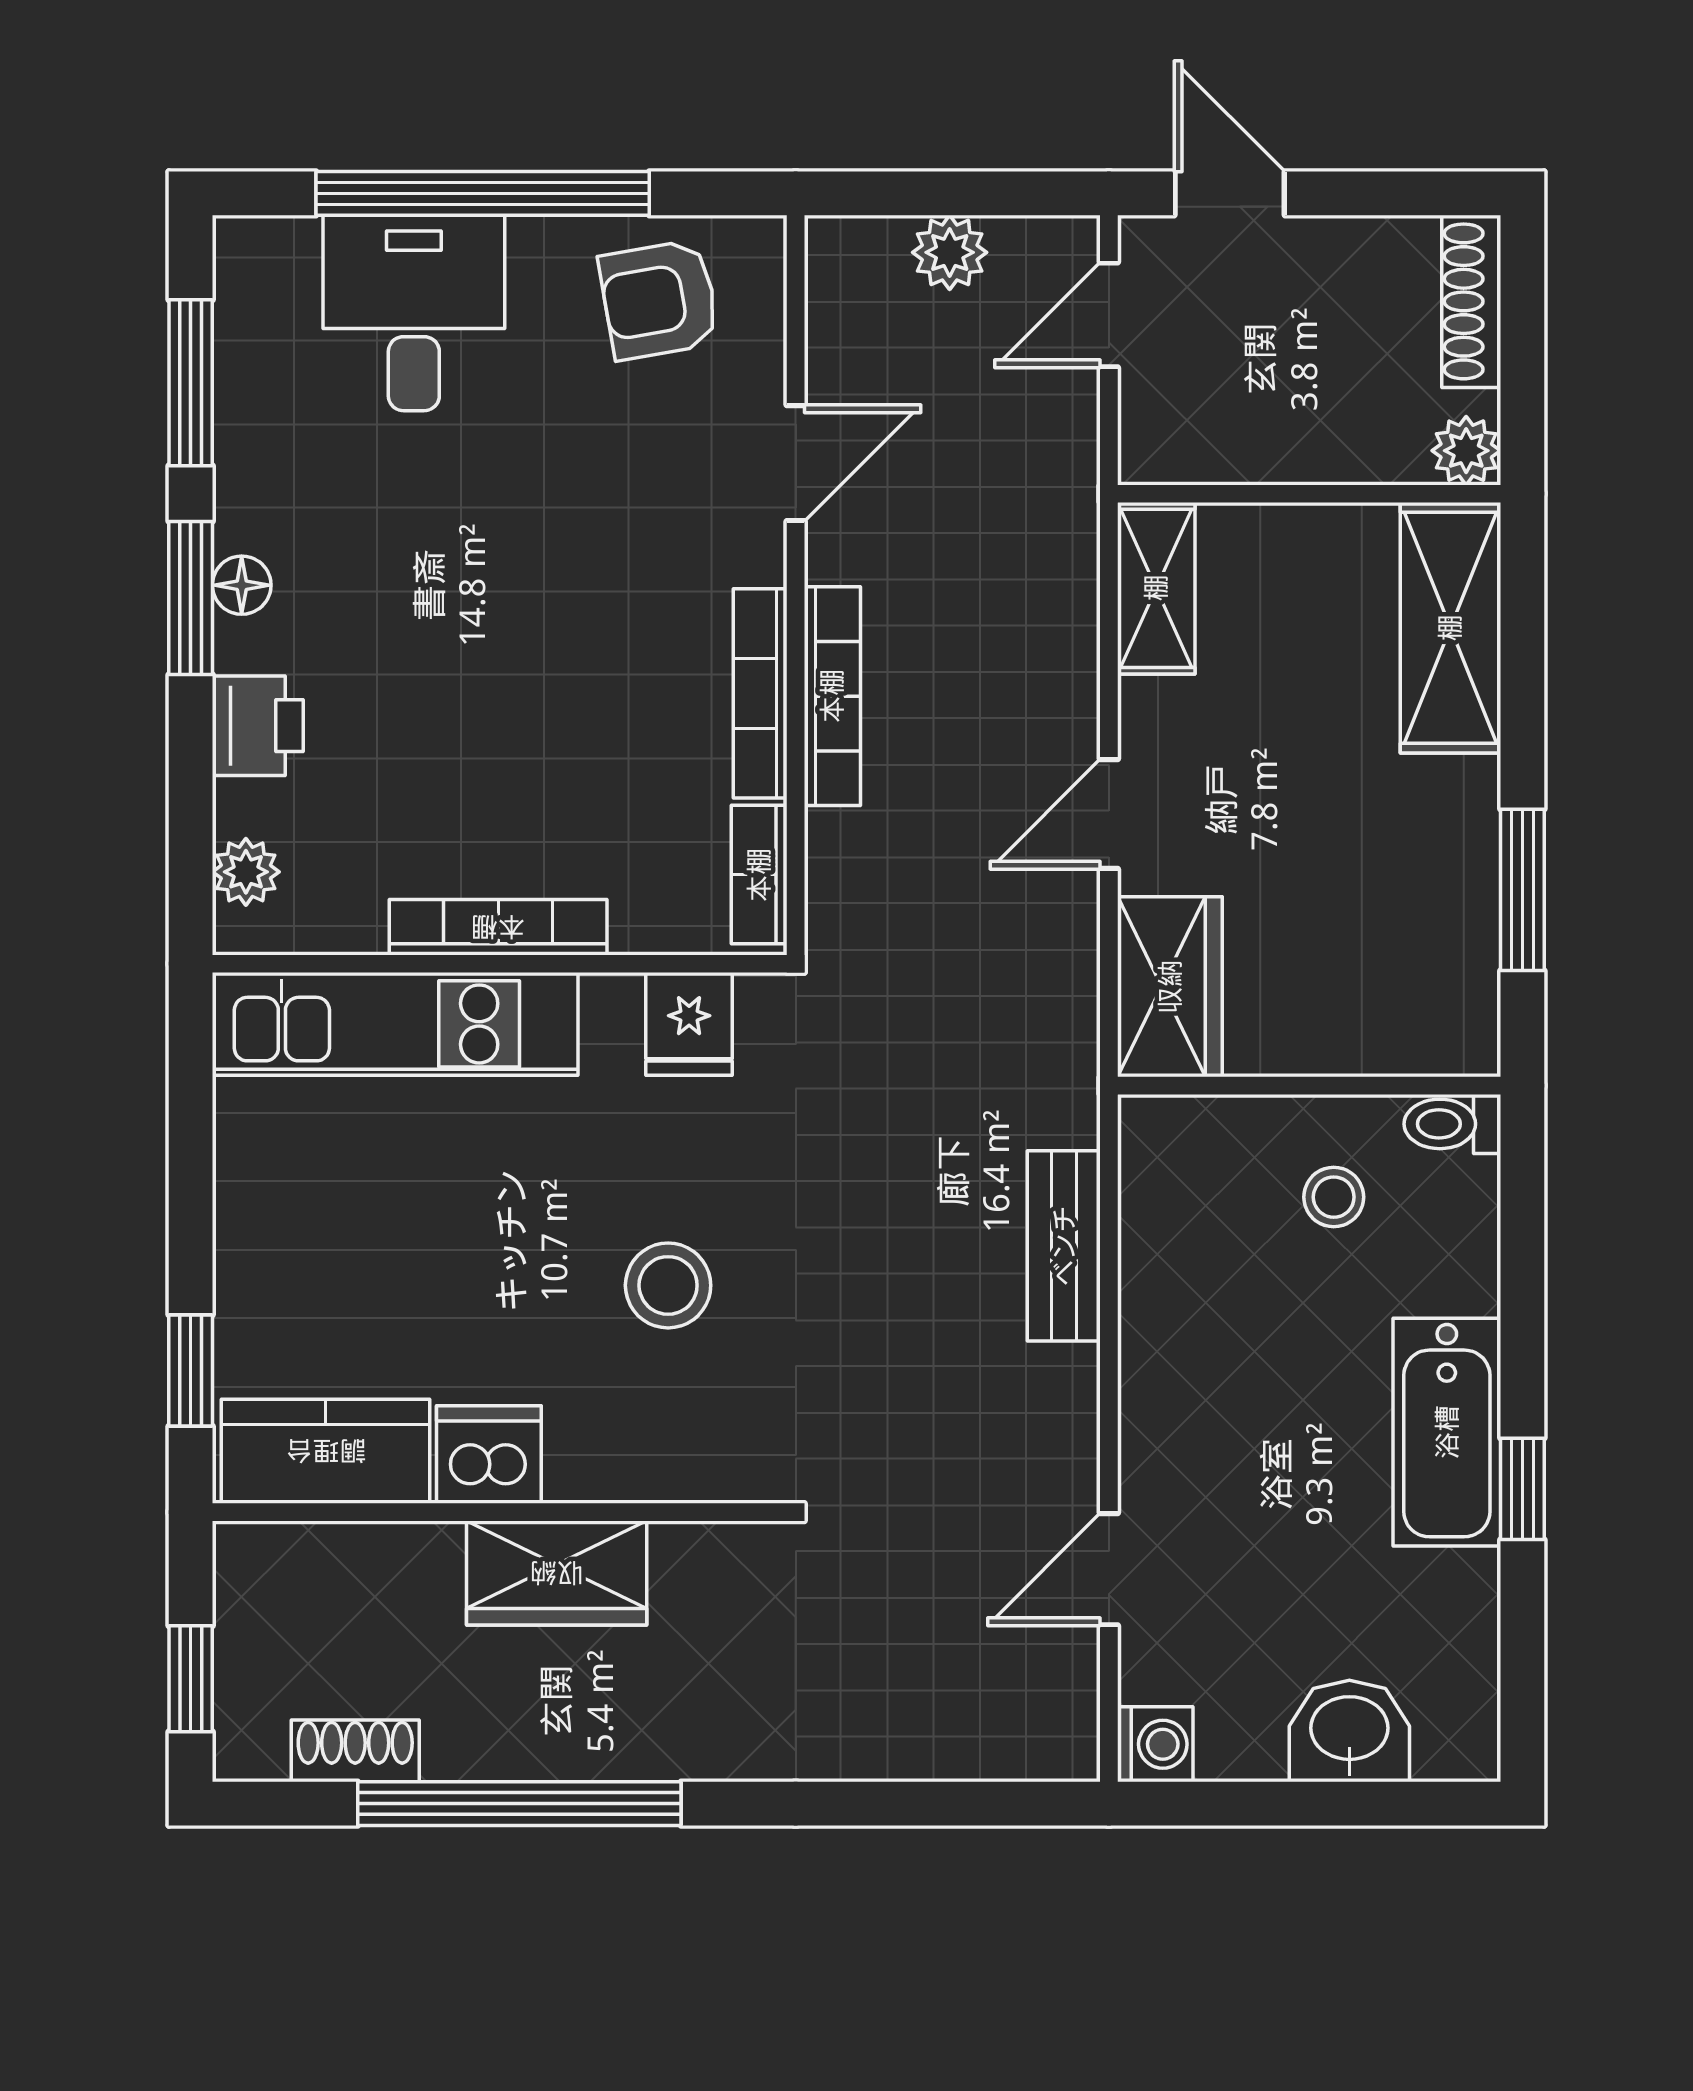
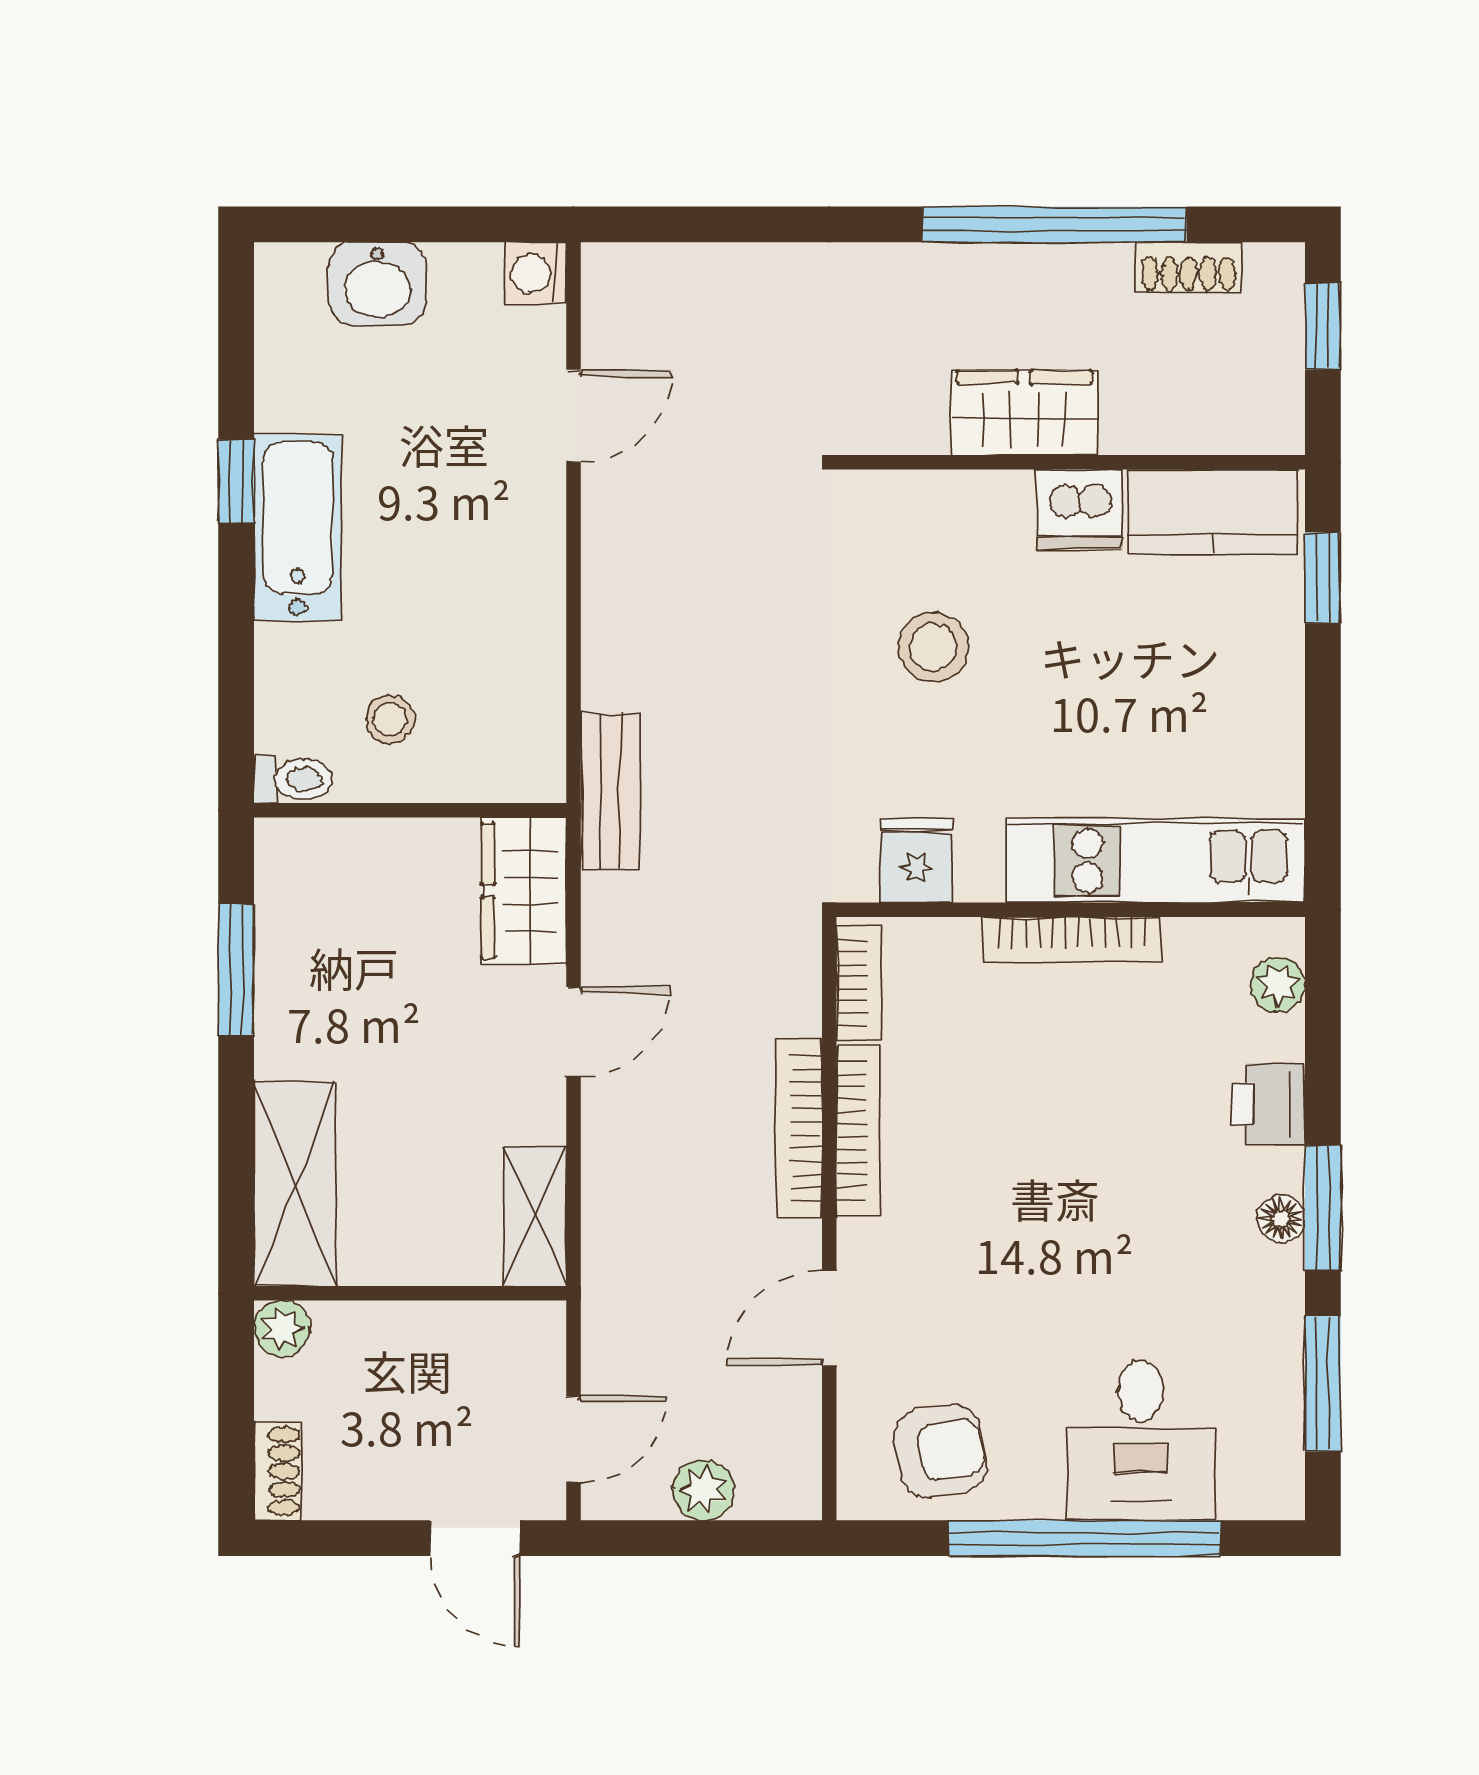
shoe rack: (1471, 301) -> (278, 1471), width x0.70
bench: (1064, 1246) -> (610, 791), moved

